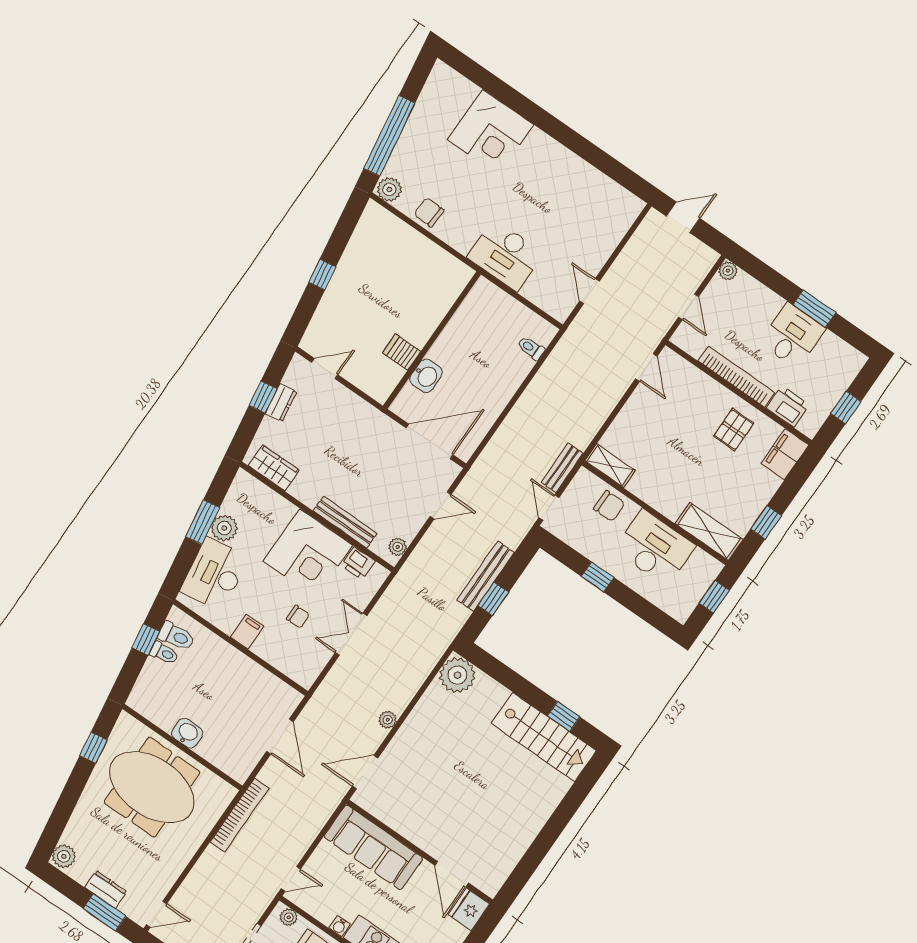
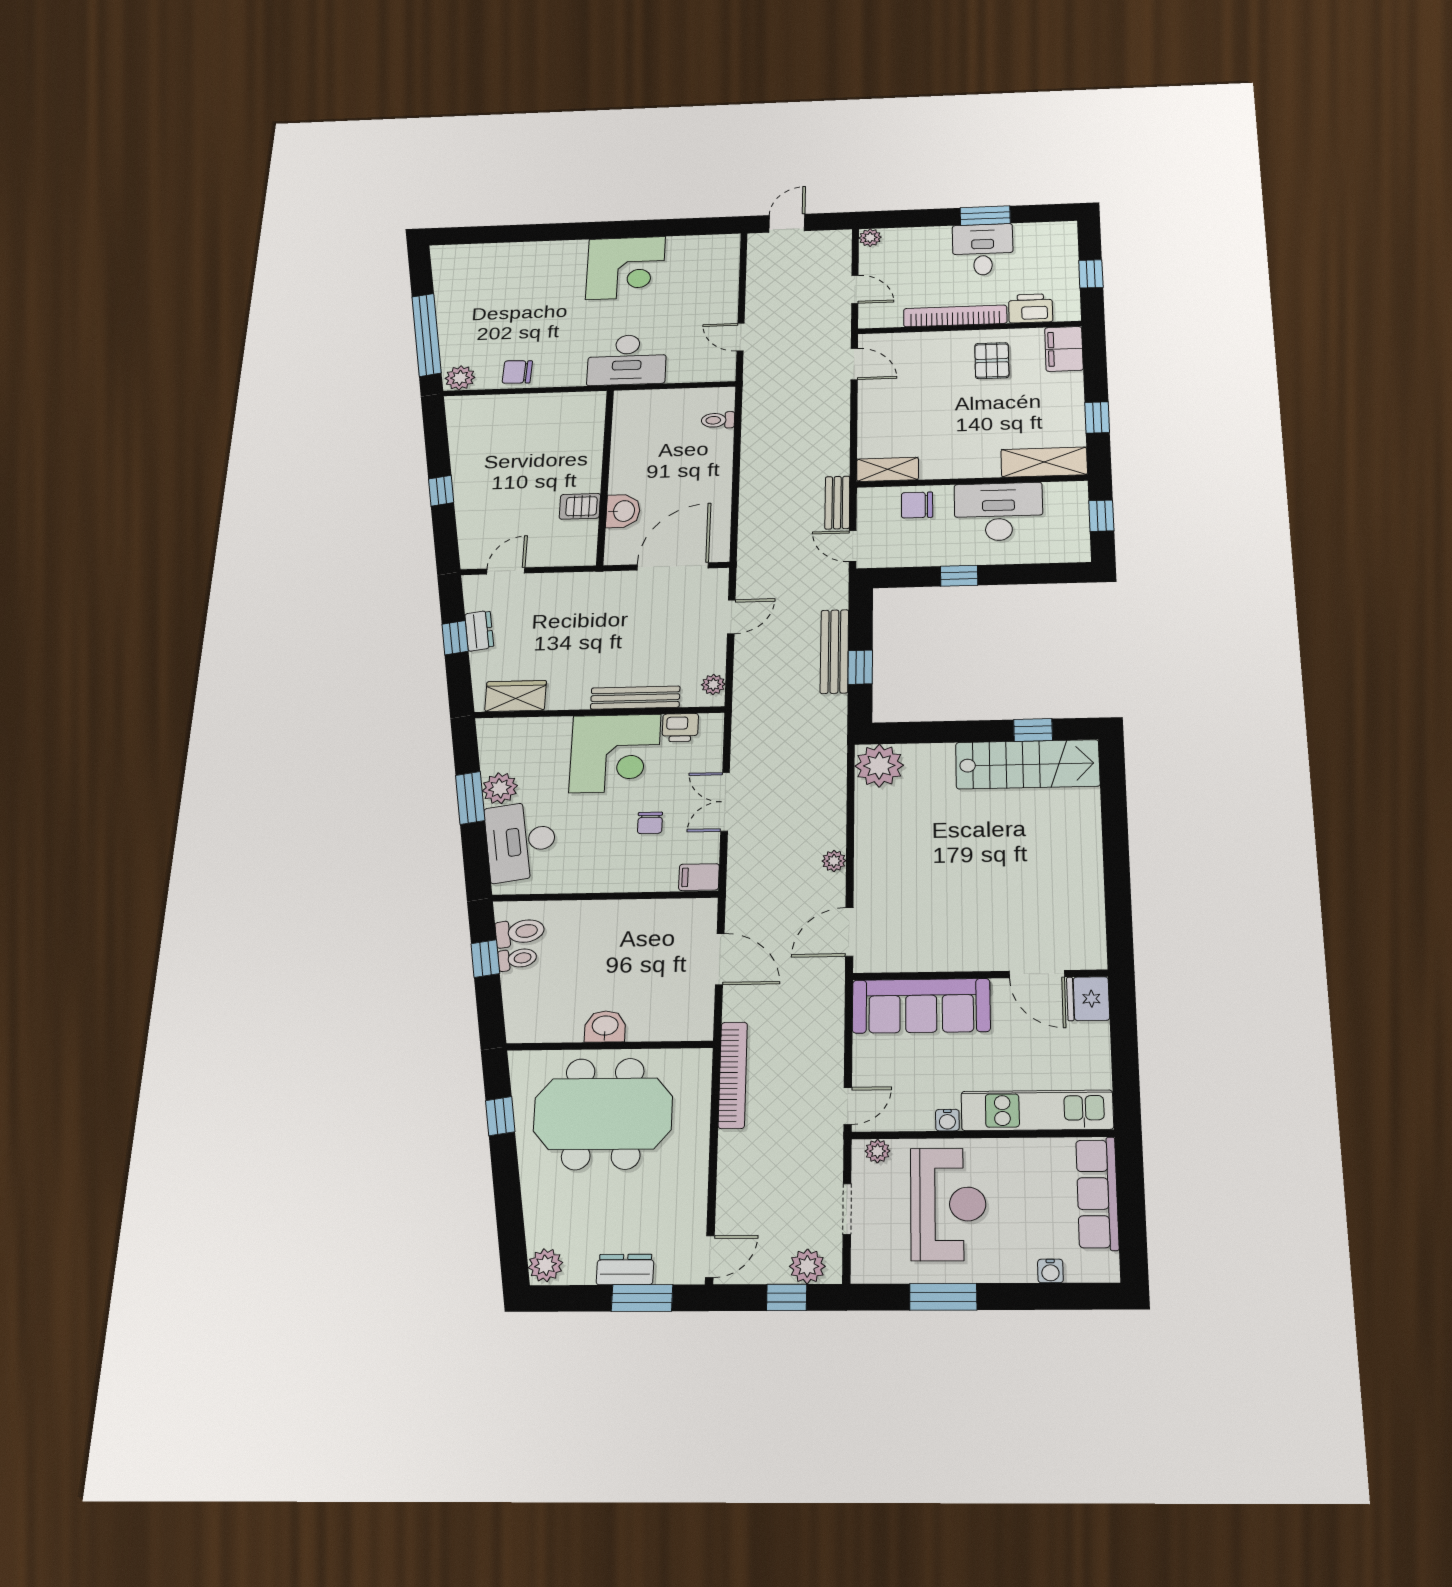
corner desk: (491, 132) -> (626, 268), moved
chair: (609, 506) -> (917, 505), turned 180
chair: (298, 617) -> (650, 823), turned 90
filing cabinet: (247, 632) -> (699, 877), moved, turned -90

